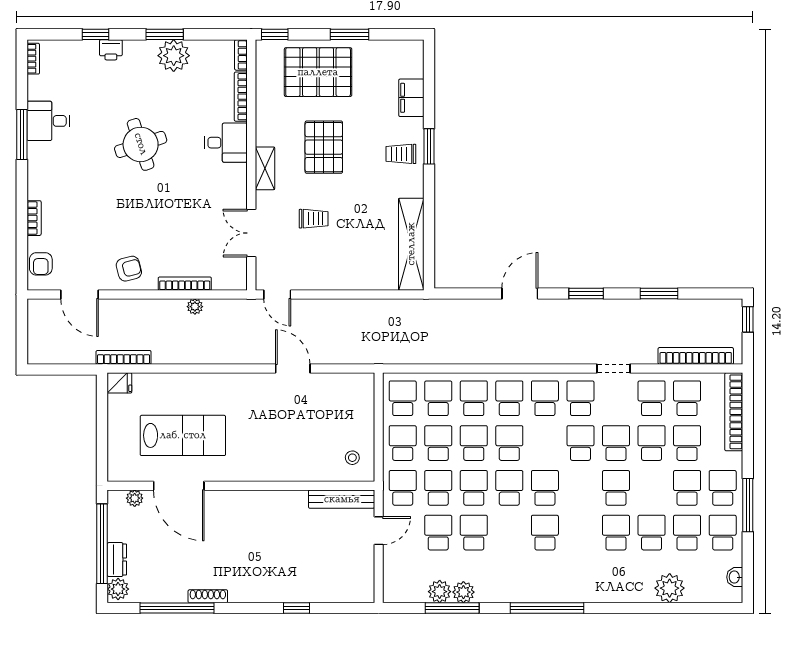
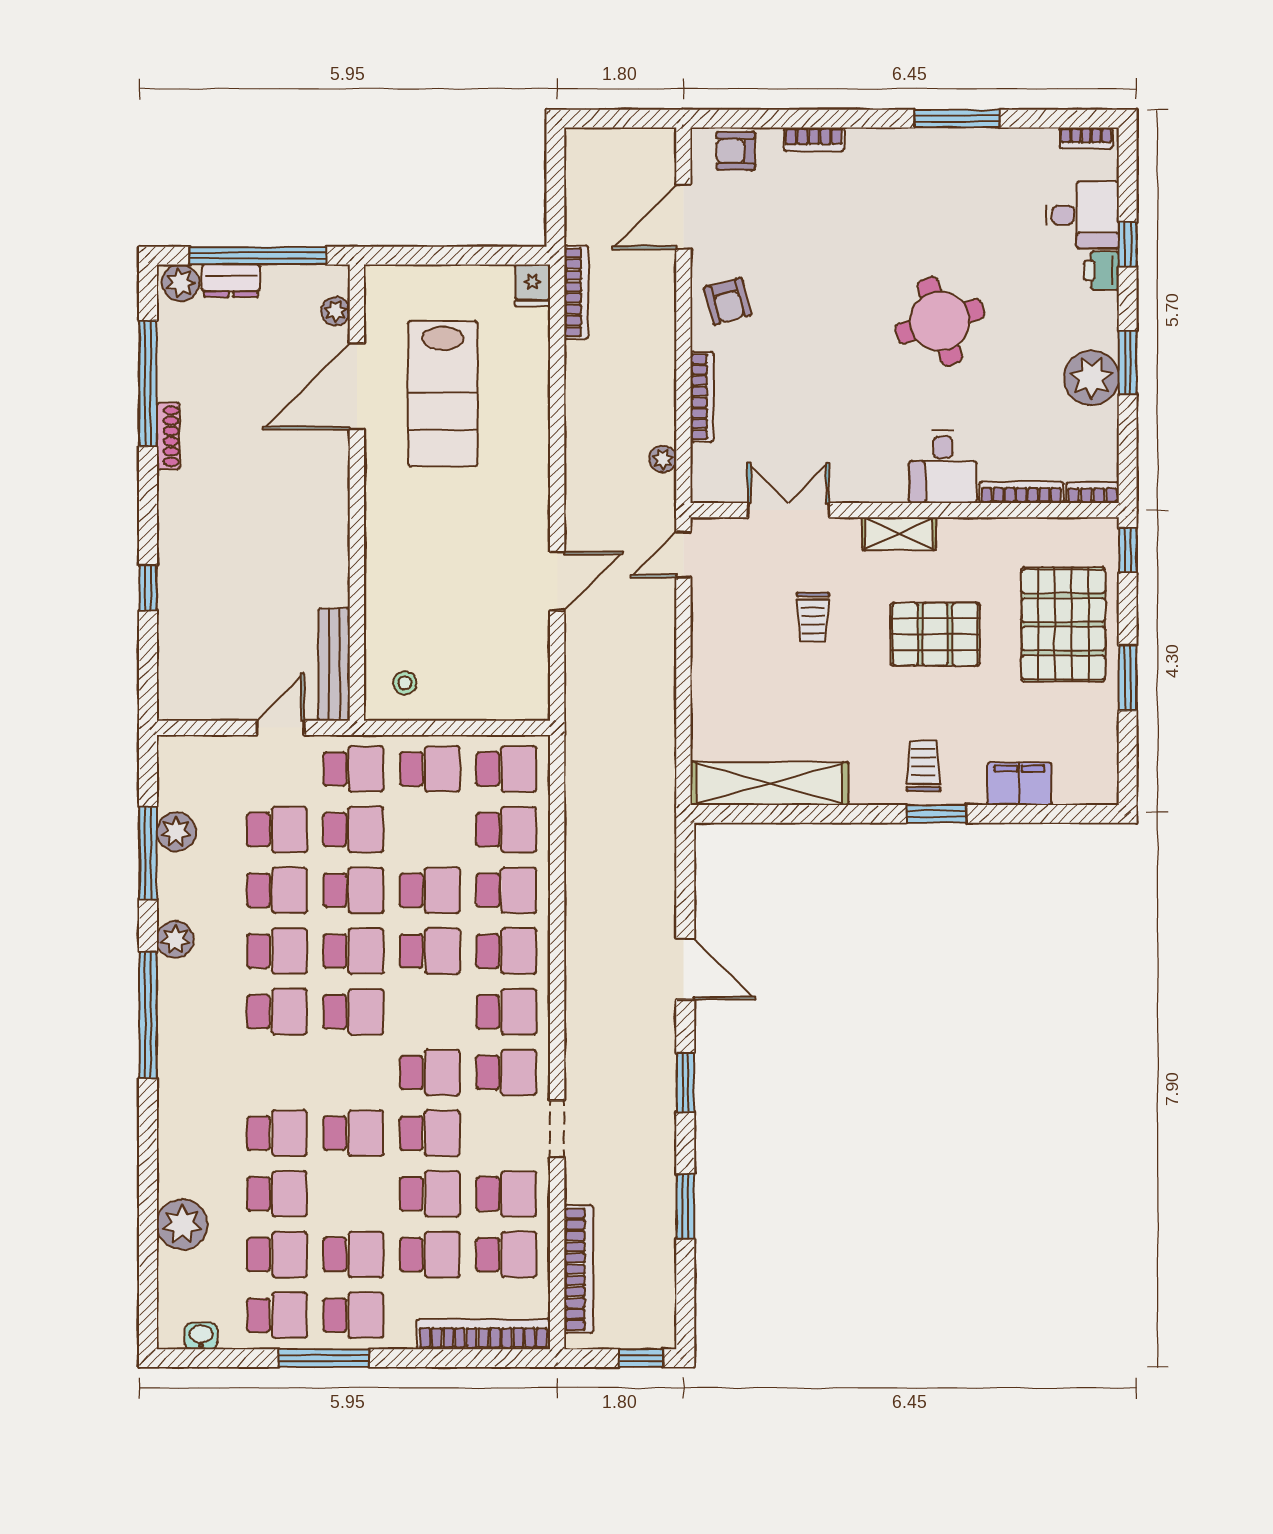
desk: (48, 121) -> (1083, 215), moved, turned 90
plant: (195, 307) -> (663, 459), moved
school desk: (438, 443) -> (277, 951), moved
door: (379, 531) -> (280, 728), swing flipped
plant: (463, 592) -> (175, 939), moved

